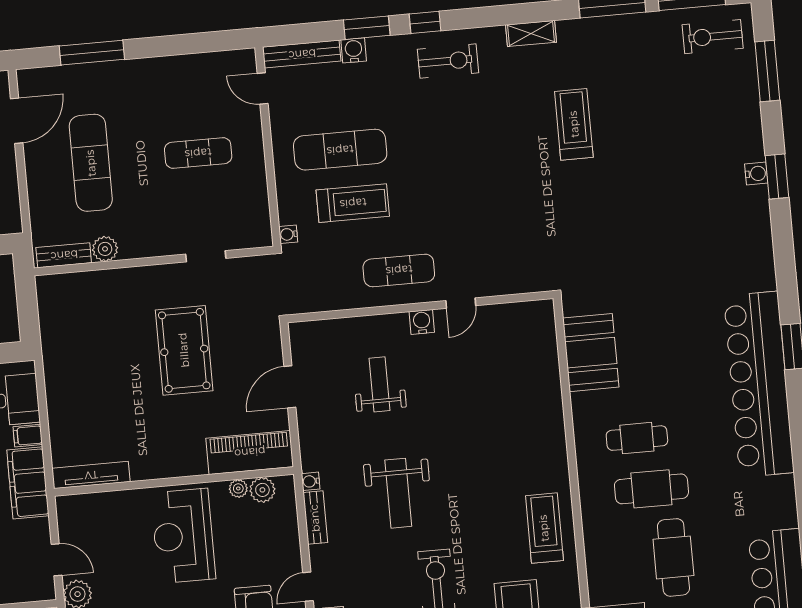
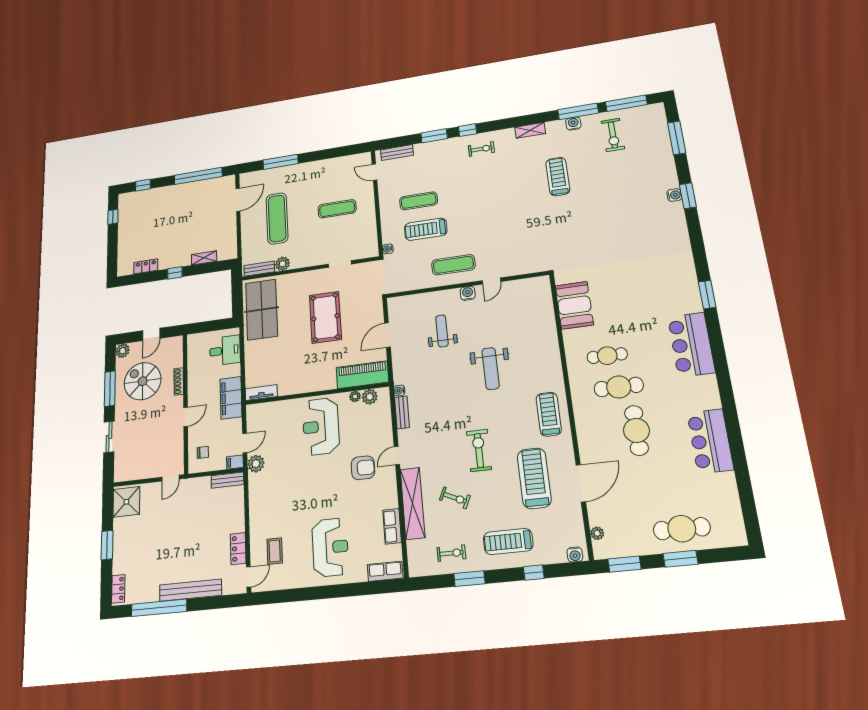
exercise bike: (713, 37) -> (613, 135), moved, turned -90
water cooler: (354, 50) -> (573, 123), moved
bench: (302, 54) -> (397, 153), width x0.73
exercise bike: (448, 61) -> (481, 149), width x0.73, depth x0.72
exercise mat: (340, 150) -> (419, 201), width x0.73, depth x0.69
treadmill: (353, 203) -> (426, 229), turned 180
table tennis table: (72, 330) -> (262, 310), added
bar counter: (759, 384) -> (691, 345), width x0.54
filing cabinet: (28, 436) -> (235, 462), moved
tv unit: (91, 475) -> (261, 393), width x0.71
weight bench: (398, 493) -> (491, 369), moved
door: (57, 560) -> (245, 443), hinge flipped

